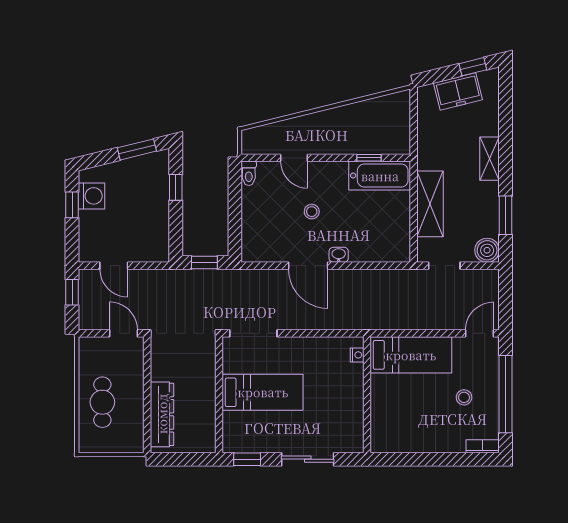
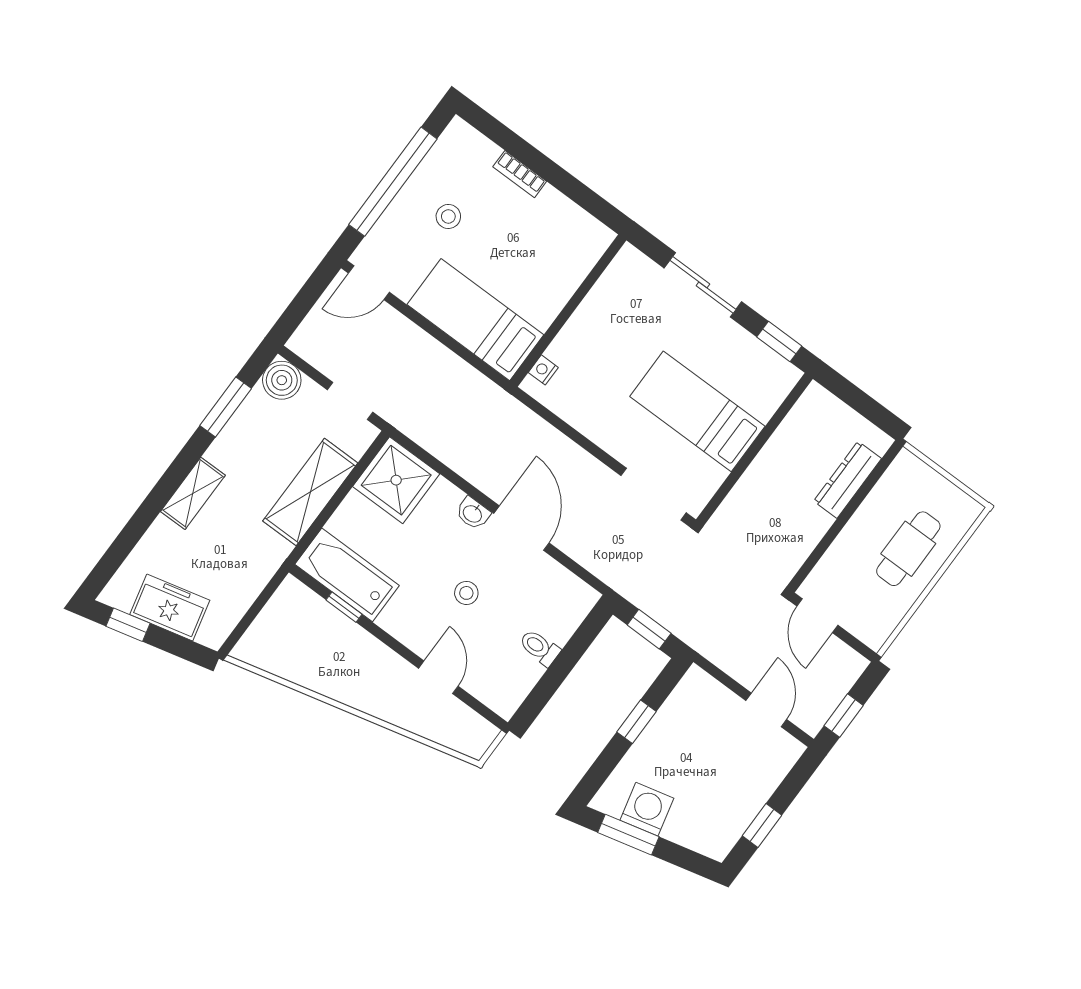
toilet: (249, 173) -> (540, 648), moved, turned -90
window: (176, 187) -> (637, 722), moved
washing machine: (92, 196) -> (647, 809), moved, turned 76
shower: (391, 243) -> (396, 480), added
dresser: (162, 414) -> (848, 480), width x0.73, depth x0.80
bookcase: (483, 446) -> (520, 174), moved

